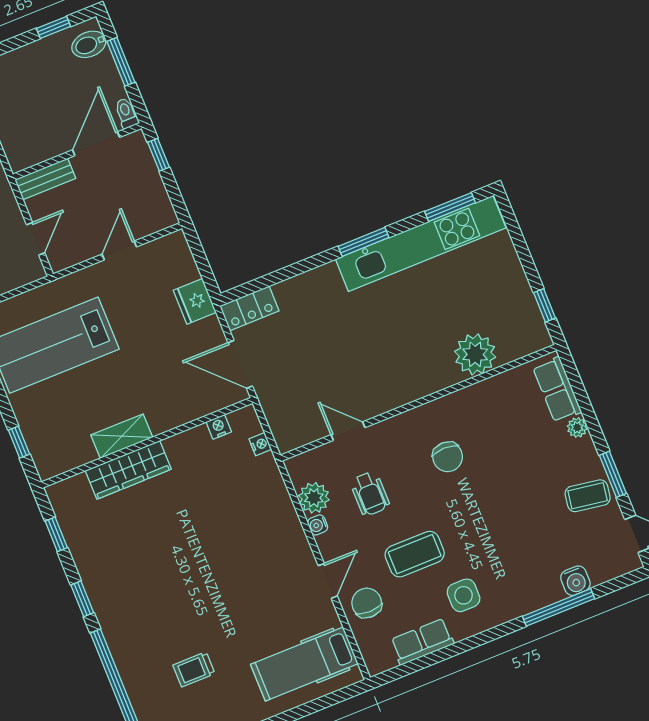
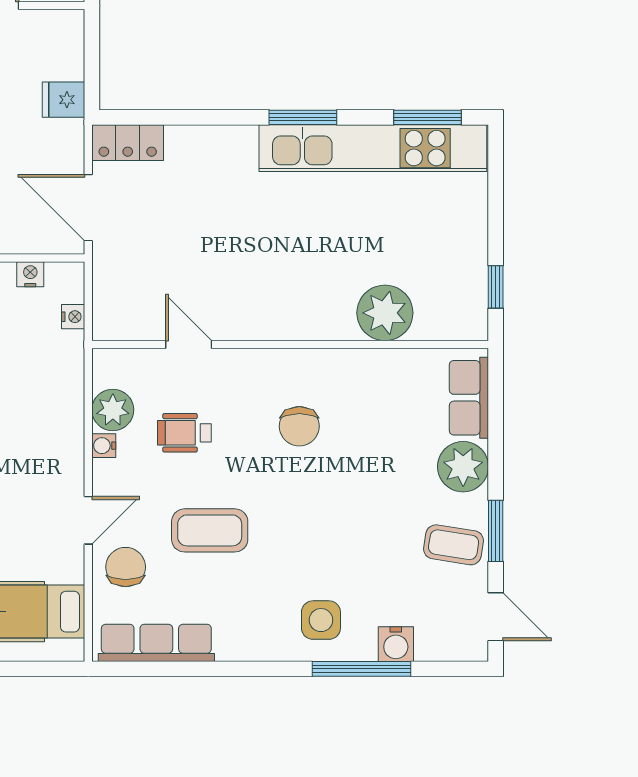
fridge: (195, 301) -> (64, 100), width x0.72
plant: (577, 427) -> (463, 467), width x1.88, depth x1.88
wheelchair: (370, 494) -> (184, 433), turned 90
side table: (464, 595) -> (321, 620), moved
row of seats: (422, 642) -> (156, 643), width x1.48

